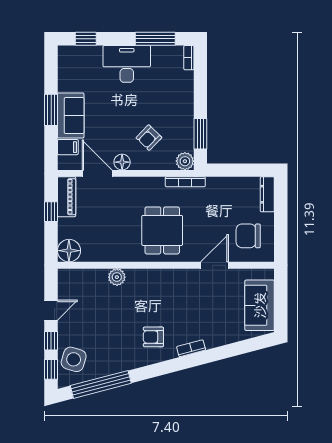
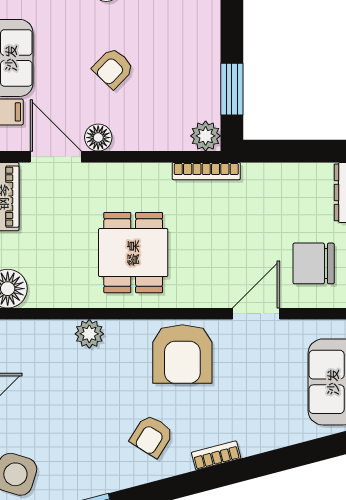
armchair: (149, 138) -> (113, 68), moved
dining table: (162, 230) -> (133, 253), moved
armchair: (171, 289) -> (182, 354), added
armchair: (153, 337) -> (152, 436), turned -58

